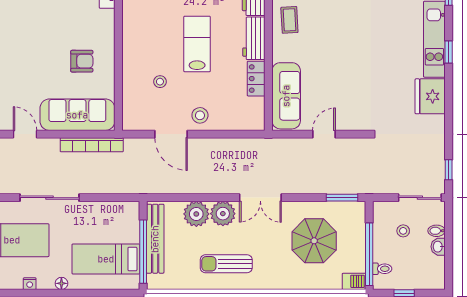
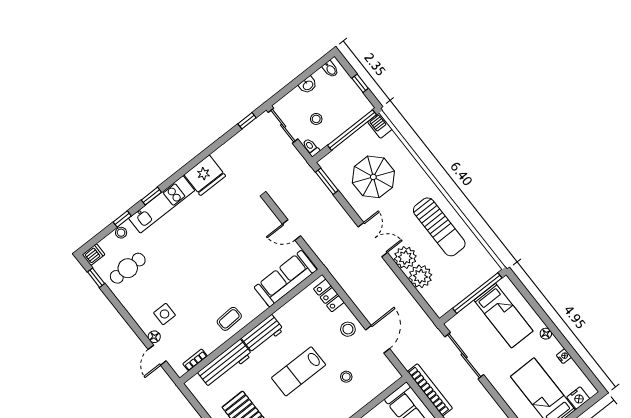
window: (449, 52) -> (151, 196), moved
locker: (256, 79) -> (329, 296), moved, turned 90
sliding door: (49, 198) -> (464, 356), moved
bidet: (437, 231) -> (330, 69), moved
bench: (155, 239) -> (461, 292), removed
sun lounger: (226, 264) -> (439, 227), width x1.36, depth x1.34
toilet: (382, 269) -> (311, 147), moved

